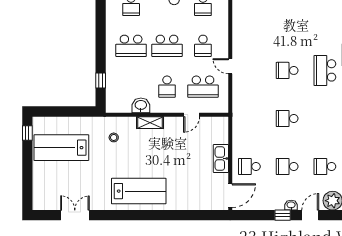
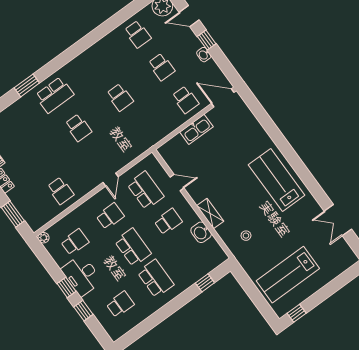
school desk: (249, 22) -> (61, 191), added
lab bench: (61, 148) -> (288, 275), turned 90
washbasin: (291, 205) -> (204, 55), moved

